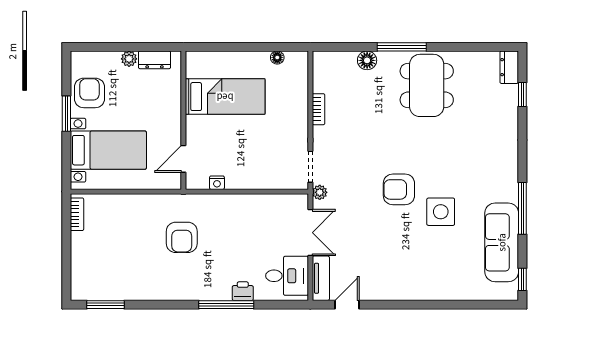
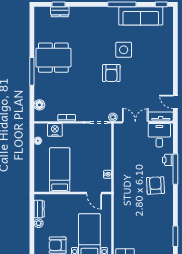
floor lamp: (367, 60) -> (39, 105), moved
dresser: (509, 67) -> (60, 12), moved
nightstand: (297, 88) -> (55, 130), added
armchair: (182, 237) -> (155, 185), moved, turned -93

